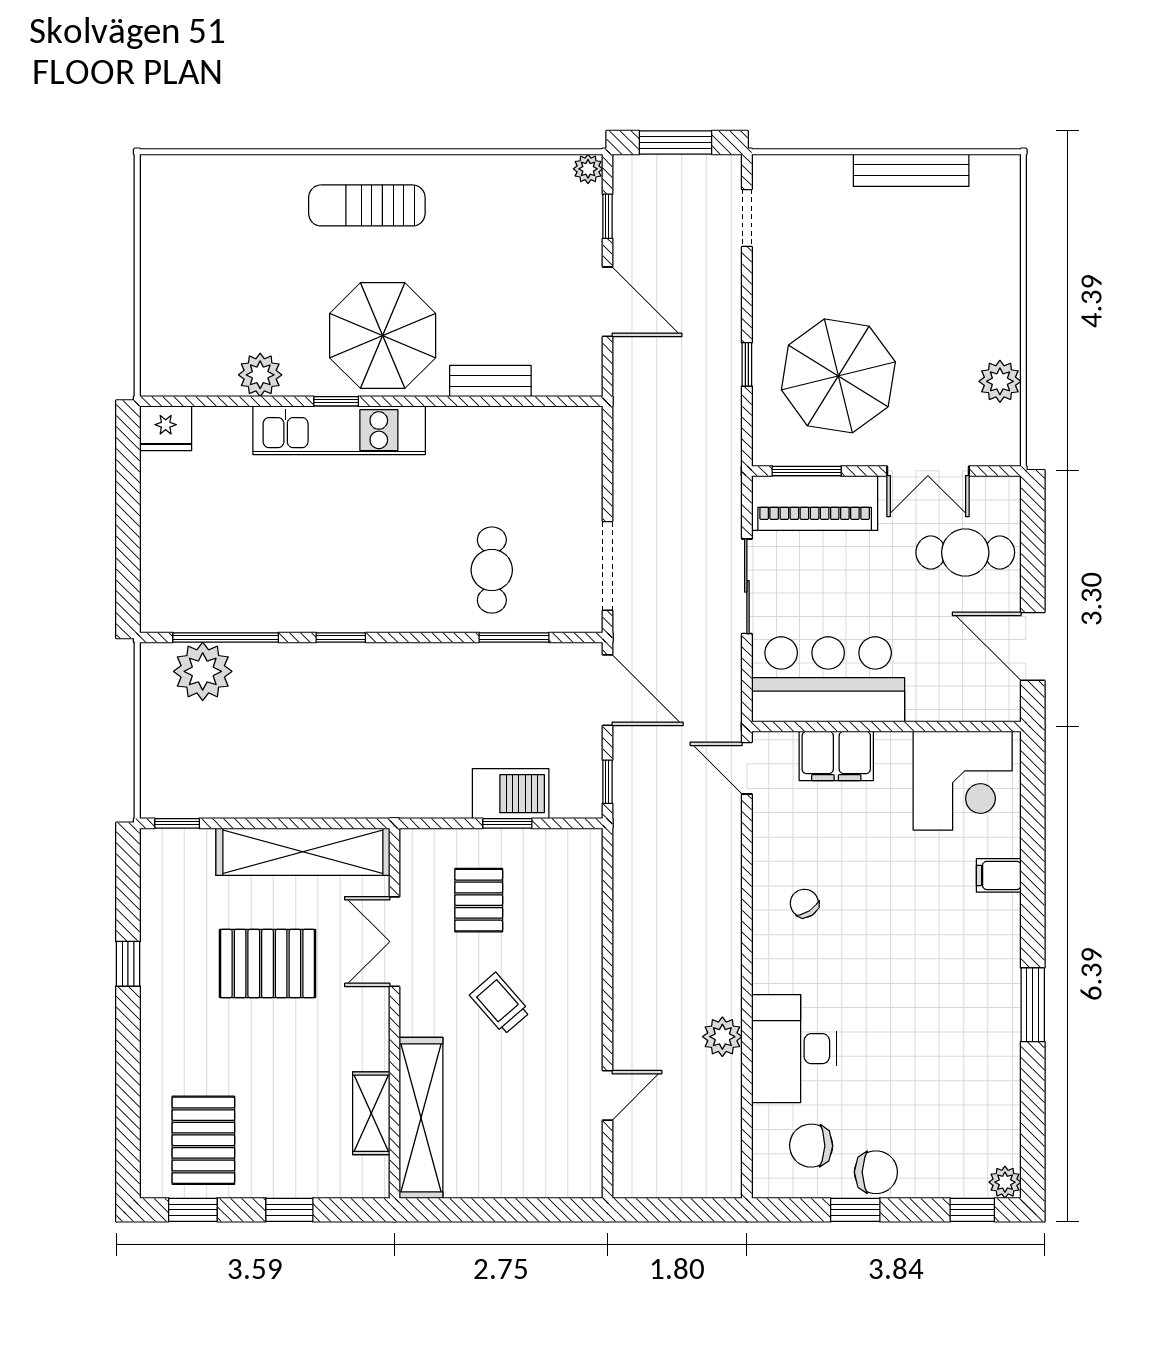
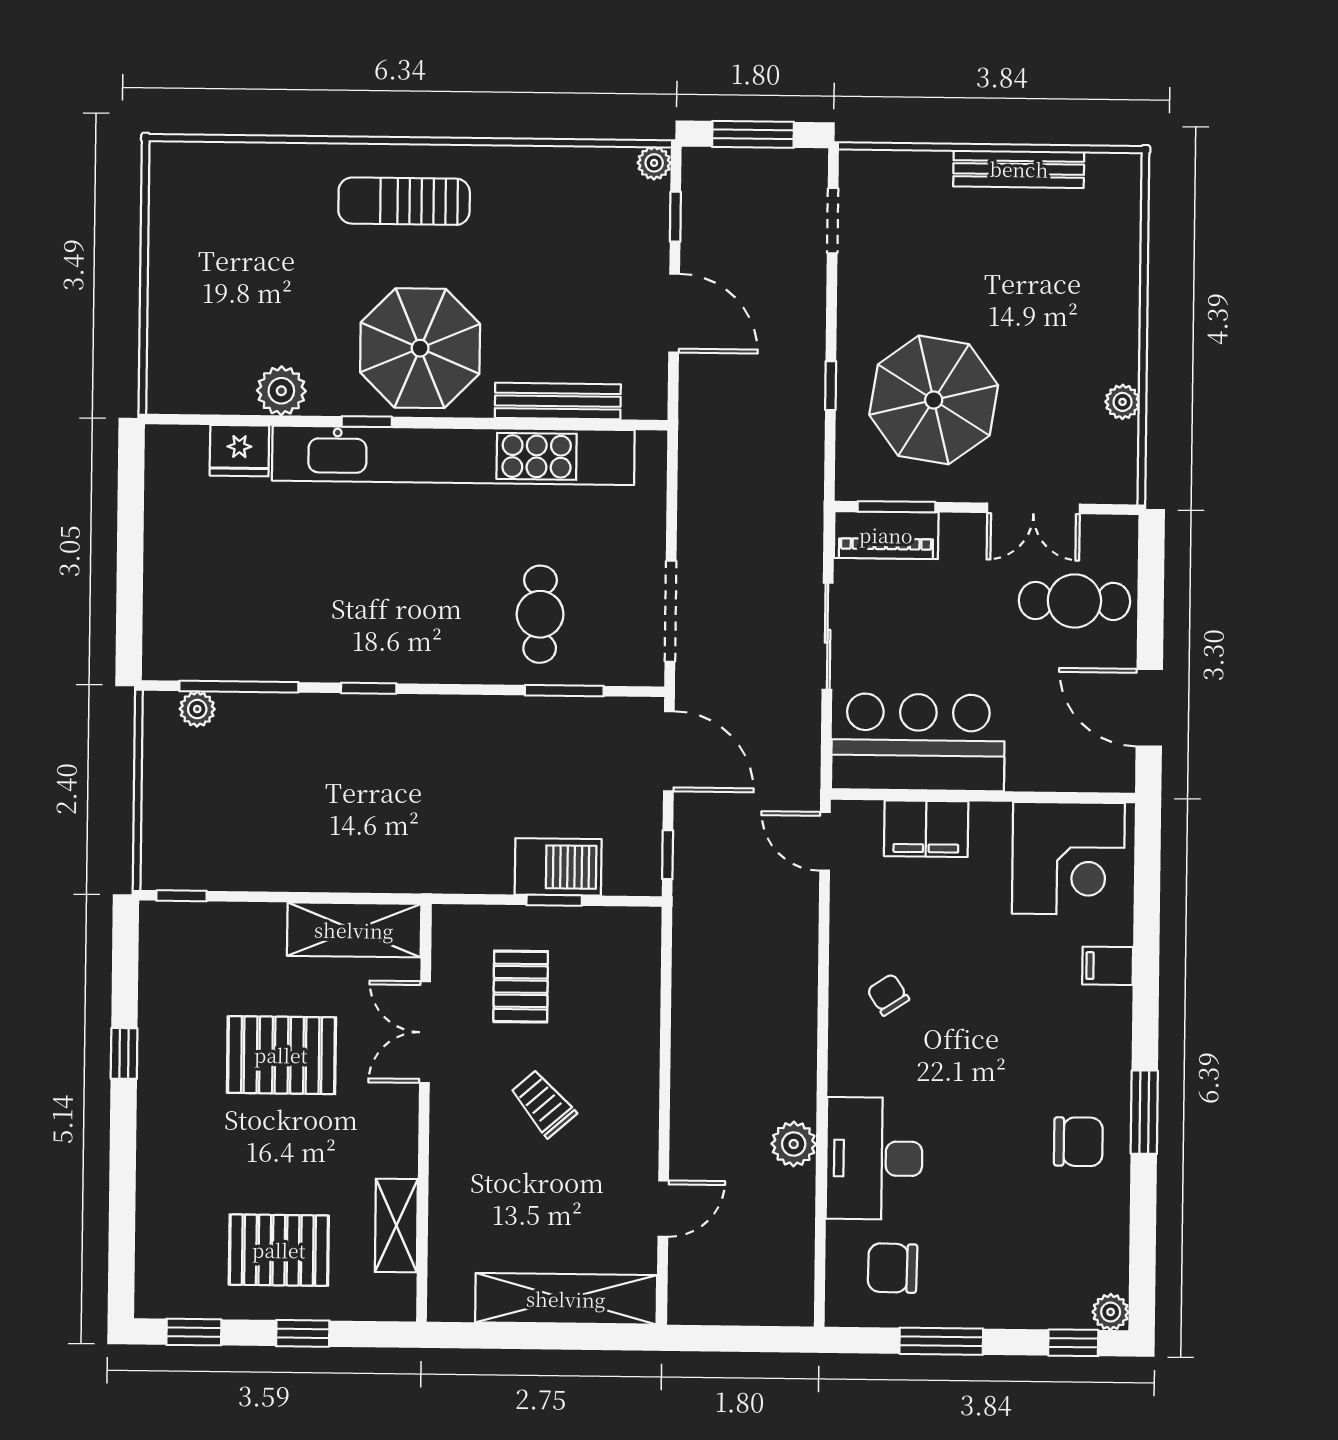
bench: (490, 381) -> (558, 401), width x1.36
plant: (1000, 381) -> (1123, 402), width x0.73, depth x0.73
fridge: (166, 428) -> (239, 451), moved
kitchen unit: (339, 430) -> (453, 455), width x1.86
piano: (815, 503) -> (886, 535), width x0.73, depth x0.75
plant: (203, 671) -> (197, 709), width x0.53, depth x0.53
shelving: (303, 852) -> (354, 930), width x0.68
shelving: (421, 1118) -> (566, 1299), moved, turned 90
pallet: (203, 1140) -> (279, 1250), moved, turned 90
chair: (876, 1172) -> (1078, 1142), moved
window: (855, 1210) -> (941, 1341), width x1.50

